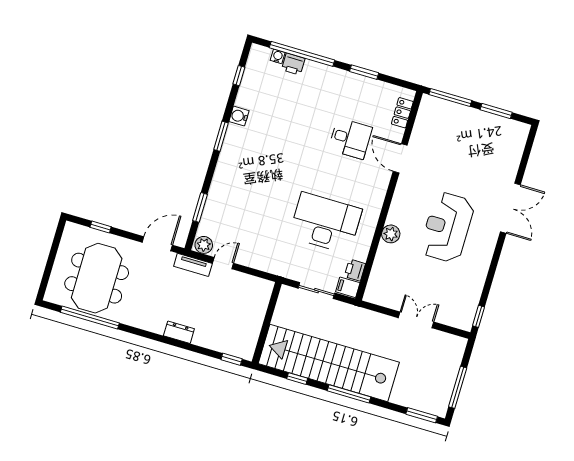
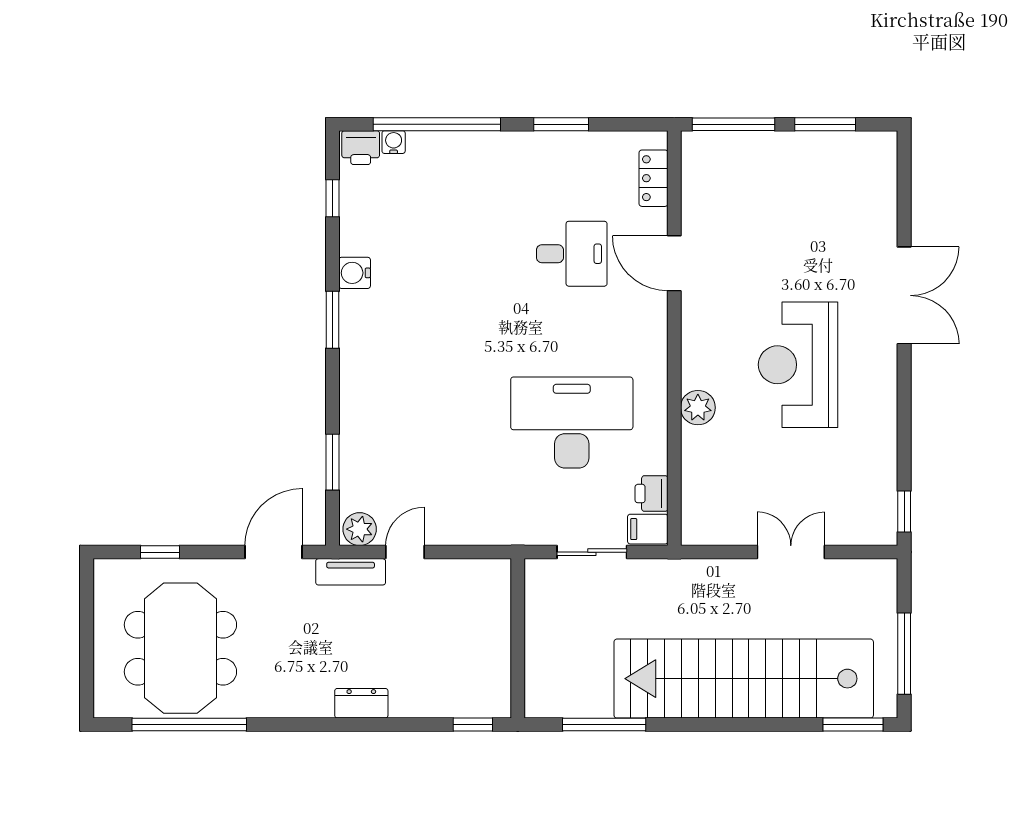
printer: (293, 64) -> (361, 148), moved
stairs: (329, 363) -> (744, 679), moved
window: (297, 379) -> (604, 725), width x2.17
window: (349, 394) -> (708, 725), removed

